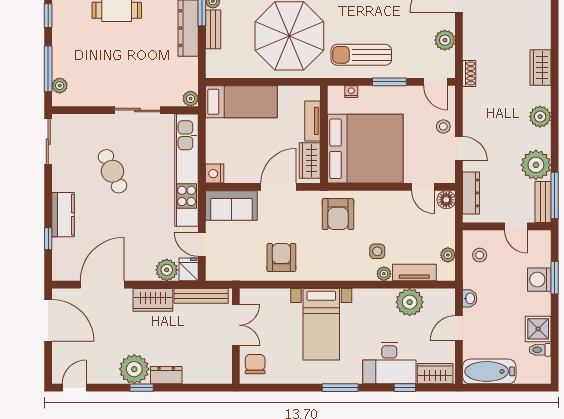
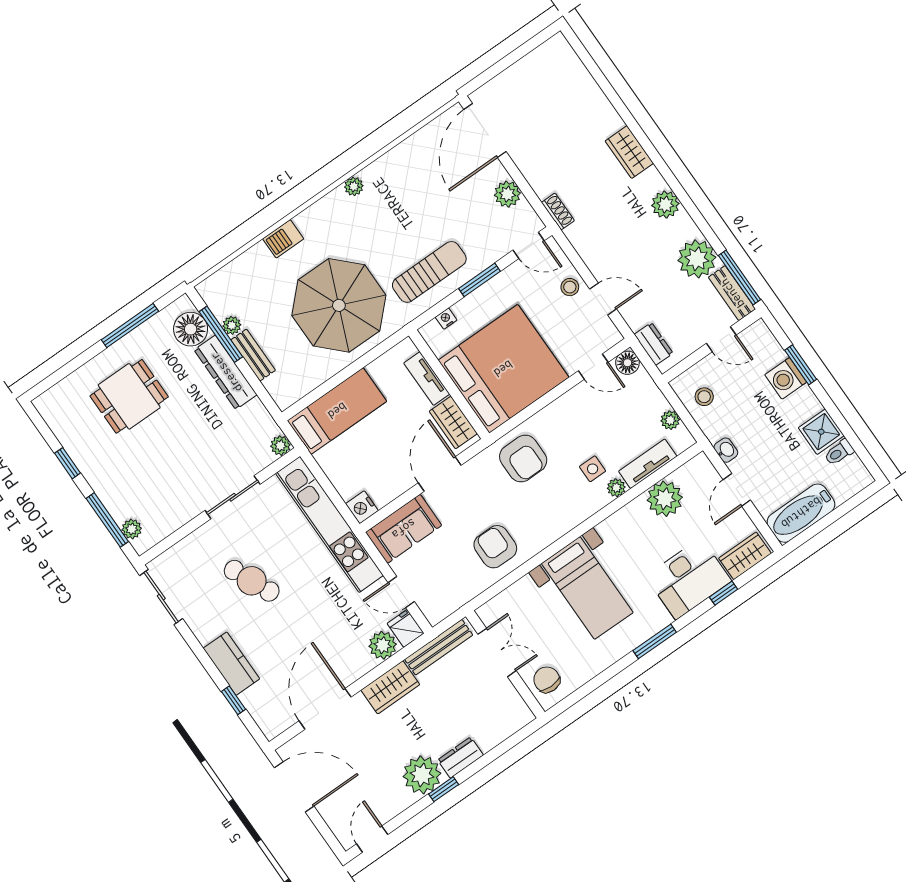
sun lounger: (361, 55) -> (429, 272), turned 180
dresser: (471, 193) -> (654, 344), width x0.70

